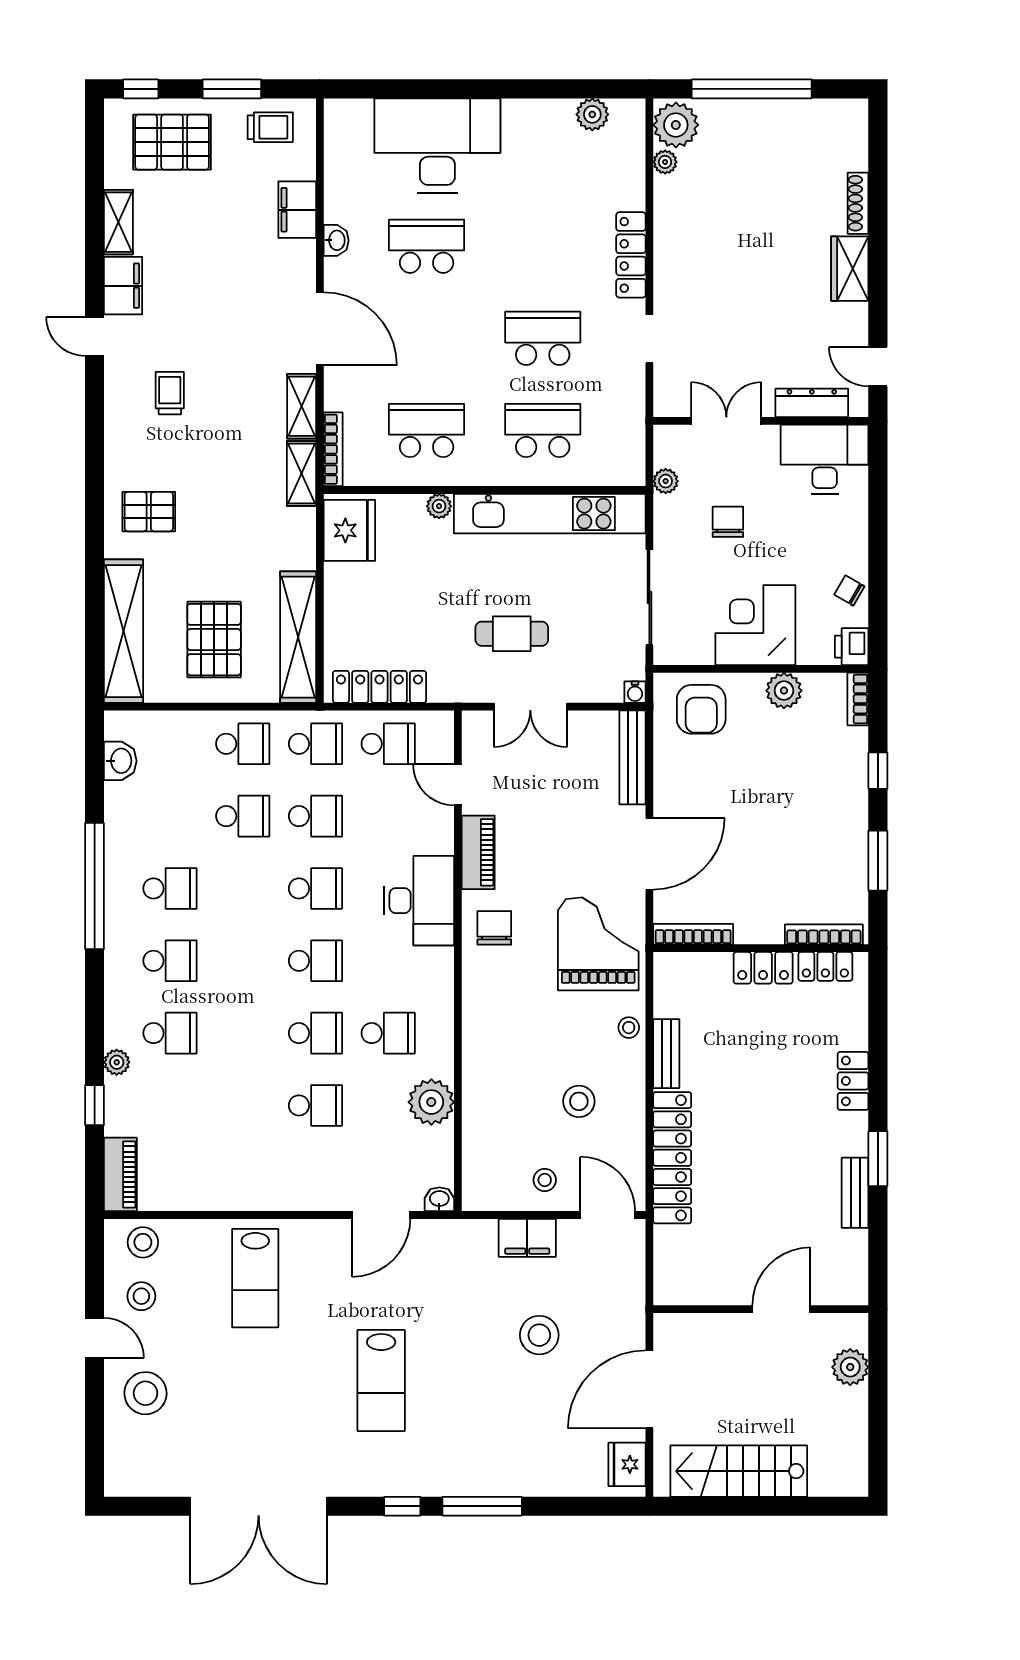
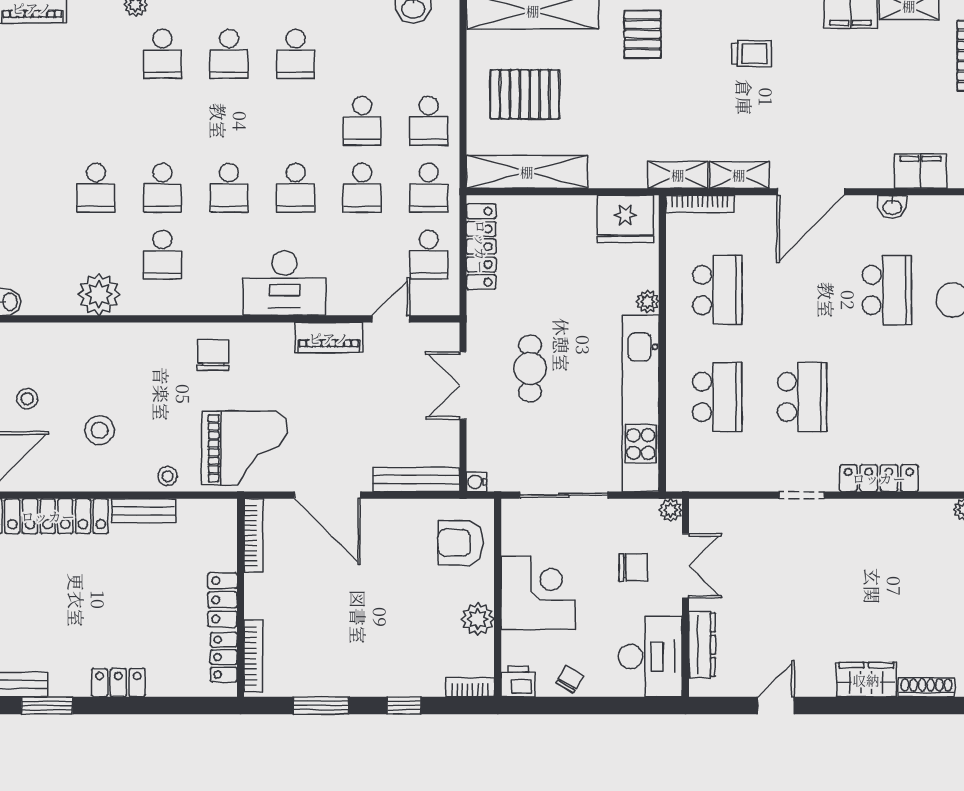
dresser: (812, 403) -> (702, 645), moved
double door: (726, 421) -> (686, 566), moved
wall: (761, 421) -> (686, 598), moved
desk: (825, 459) -> (650, 656), moved
chair: (494, 928) -> (213, 355), moved, turned -90

